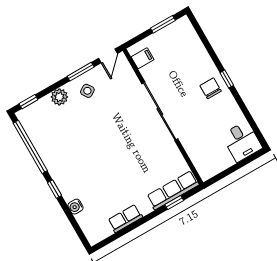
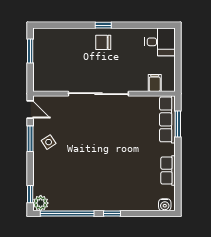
filing cabinet: (143, 58) -> (155, 83), moved
plant: (59, 97) -> (41, 203), moved
window: (174, 203) -> (178, 124), width x1.50
water cooler: (76, 207) -> (165, 205), moved

